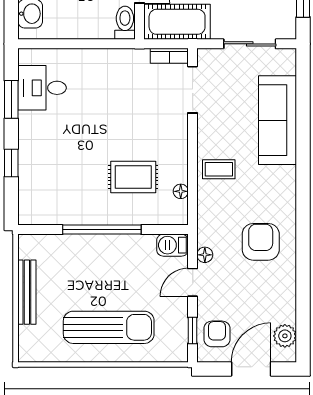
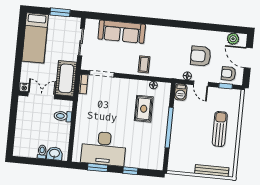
toilet: (125, 23) -> (63, 116), moved
desk: (42, 88) -> (104, 148), width x1.87, depth x1.30
armchair: (261, 242) -> (201, 56), moved
bench: (27, 292) -> (212, 171), moved
sun lounger: (109, 327) -> (220, 129), width x0.73, depth x0.75

